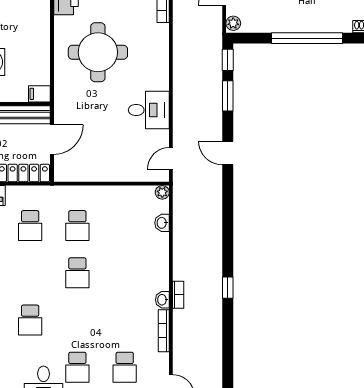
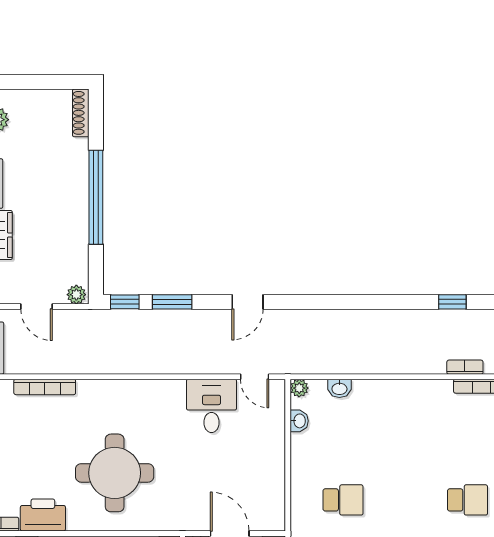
desk: (149, 110) -> (211, 406), moved
school desk: (77, 273) -> (468, 500), moved
window: (228, 288) -> (452, 302), moved
bookcase: (178, 295) -> (465, 367), moved
washbasin: (162, 300) -> (299, 421), moved, turned -90

